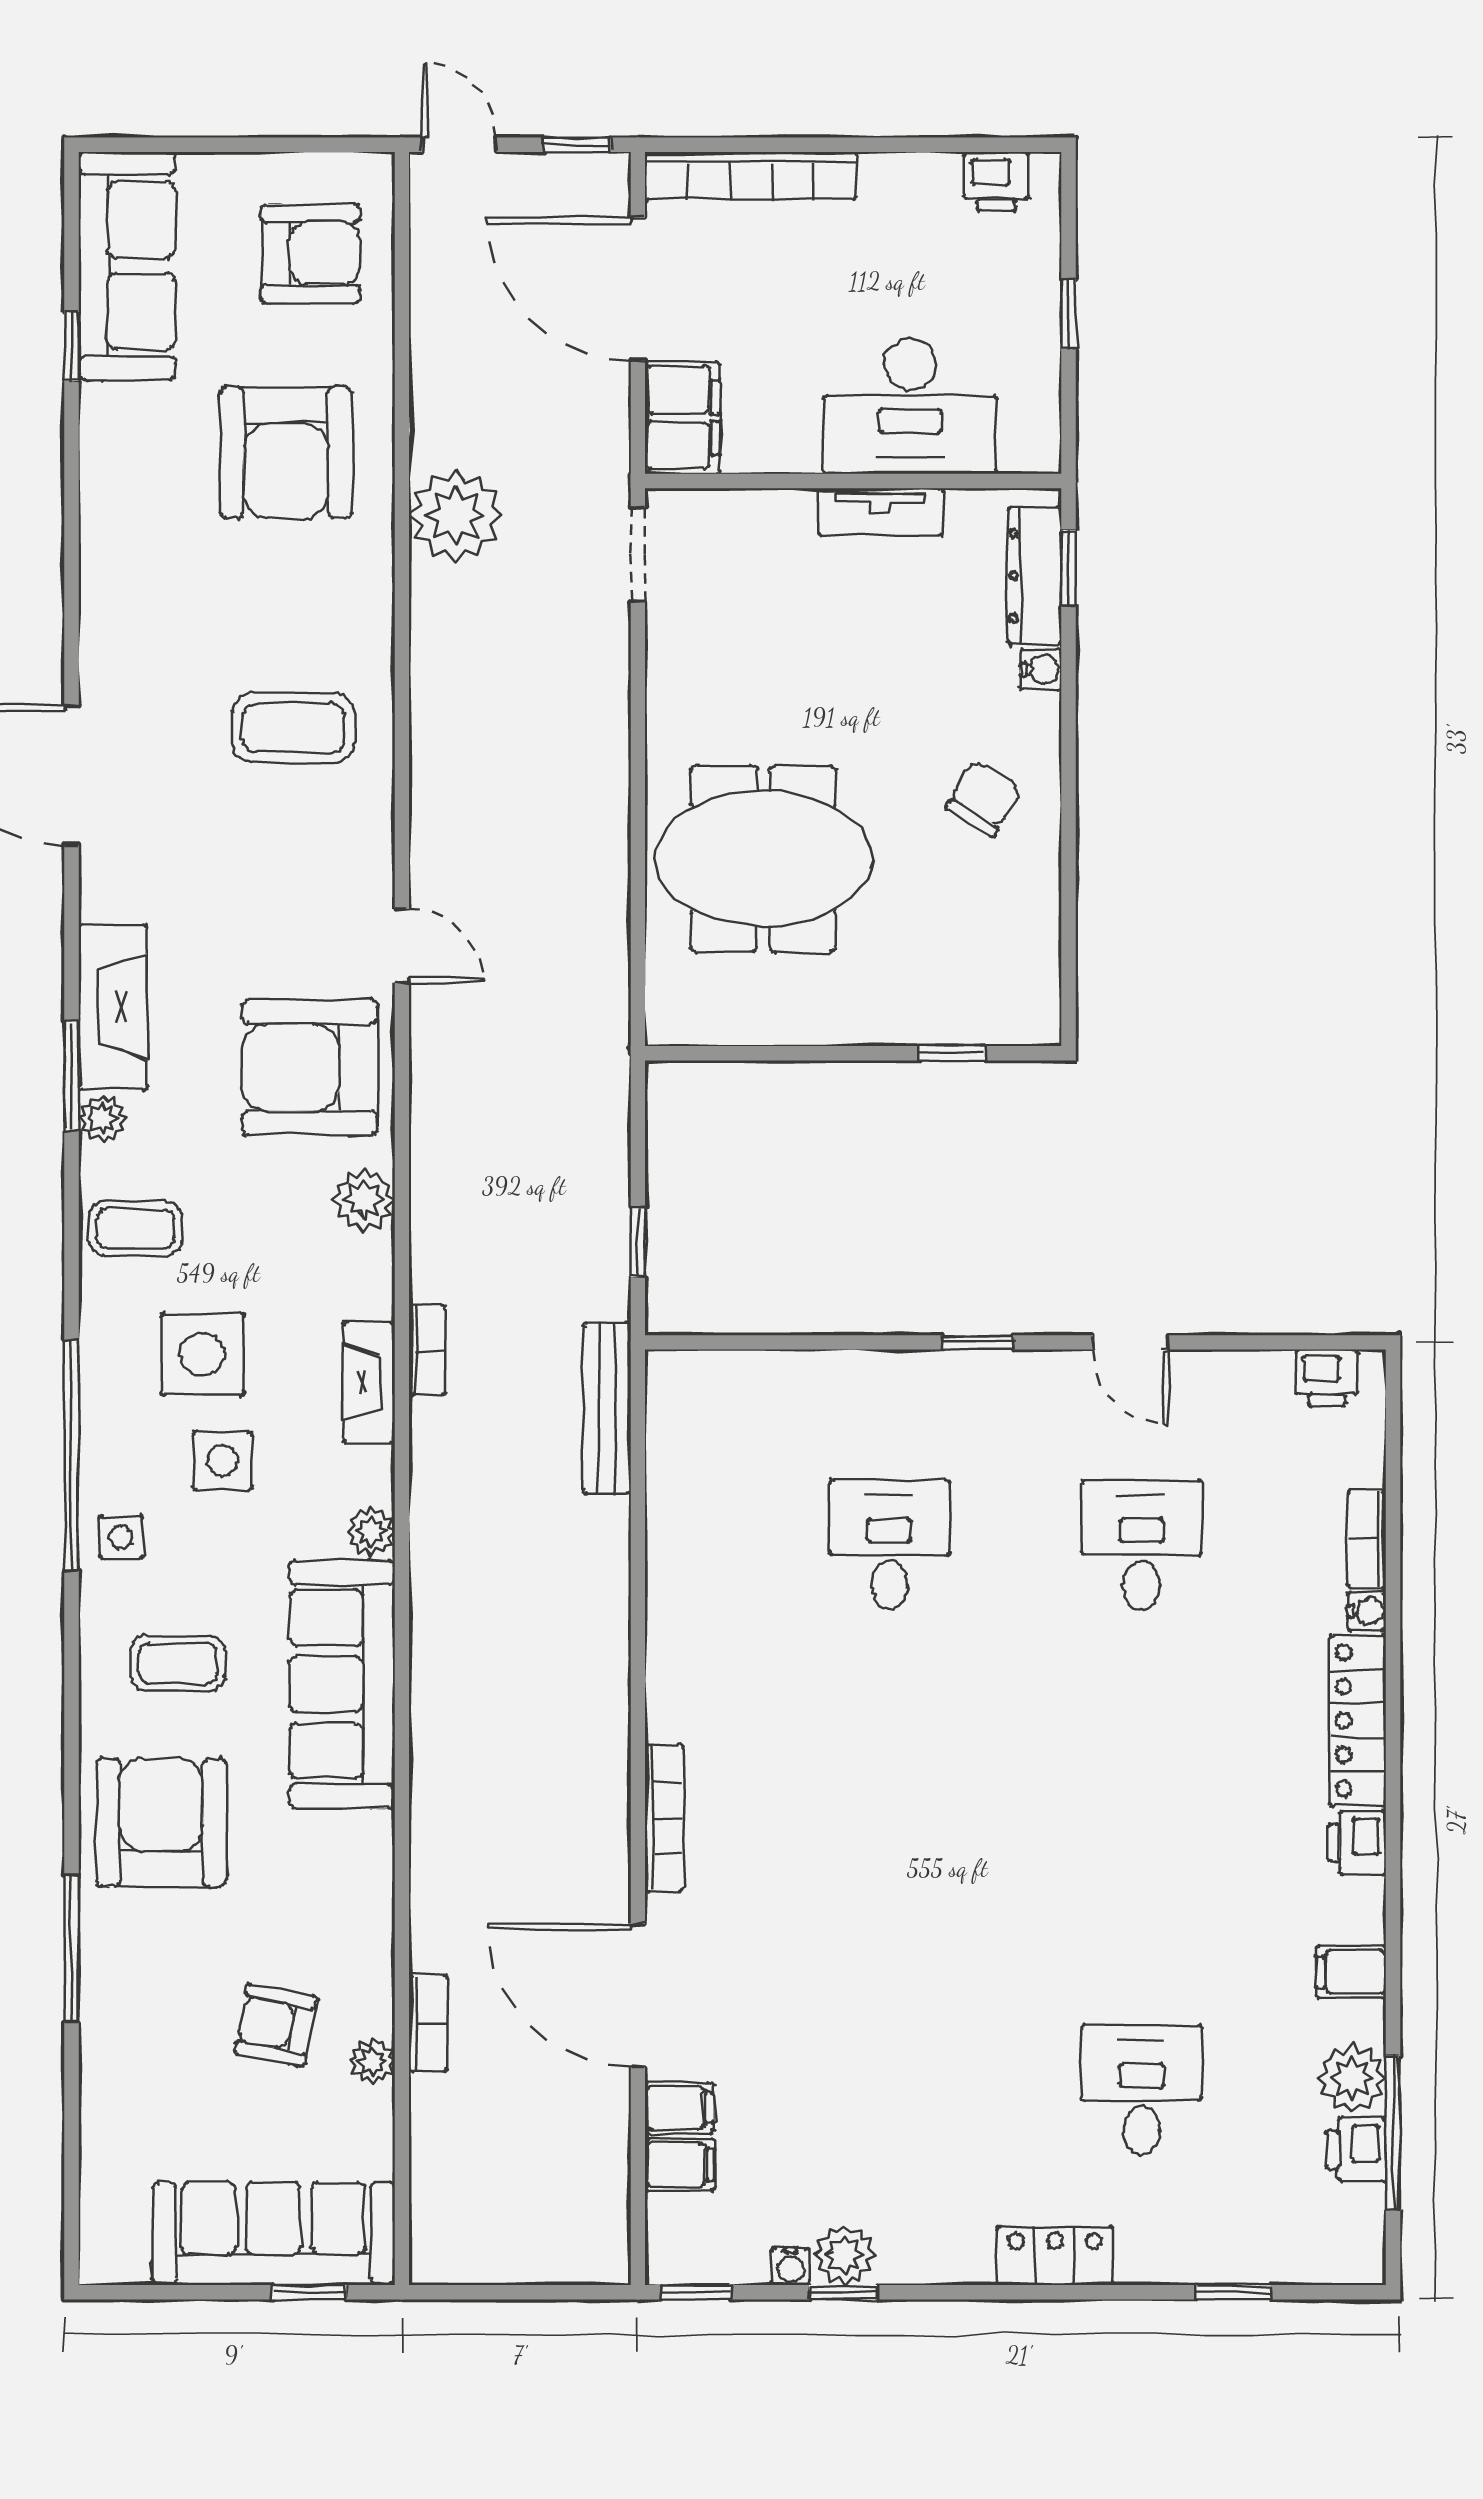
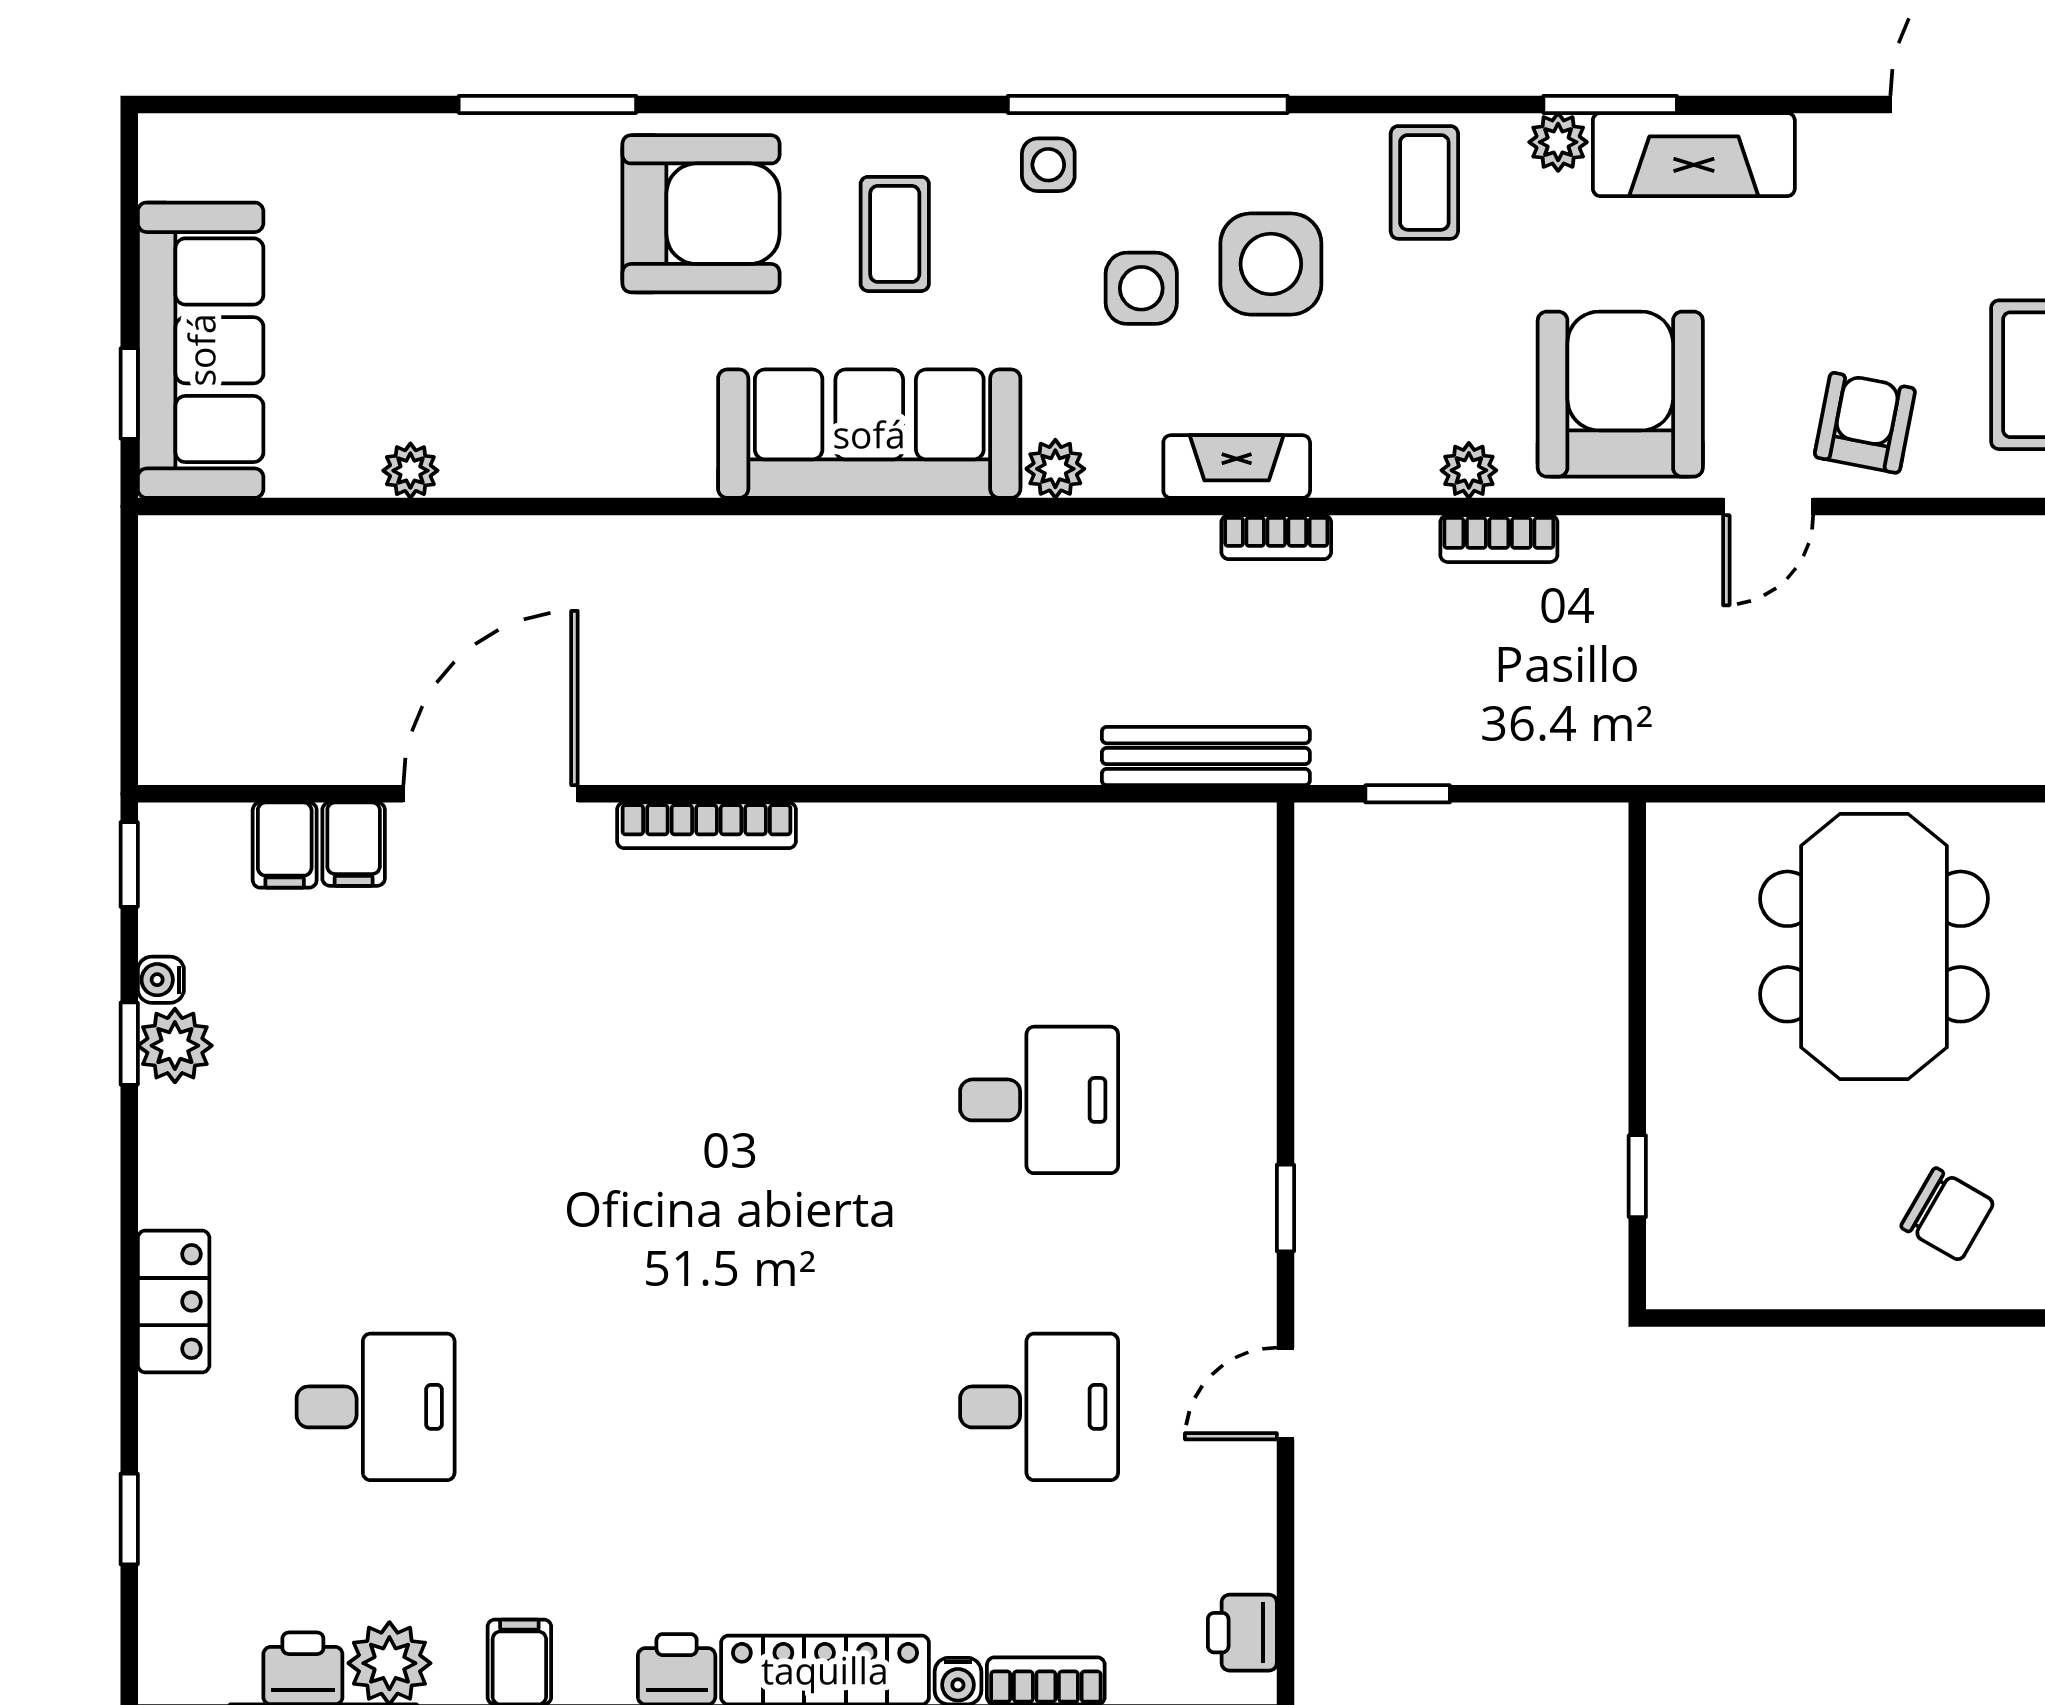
plant: (364, 1200) -> (1469, 470), width x0.73, depth x0.73
bookcase: (428, 2023) -> (1499, 539), moved
armchair: (276, 2025) -> (1865, 423), moved

